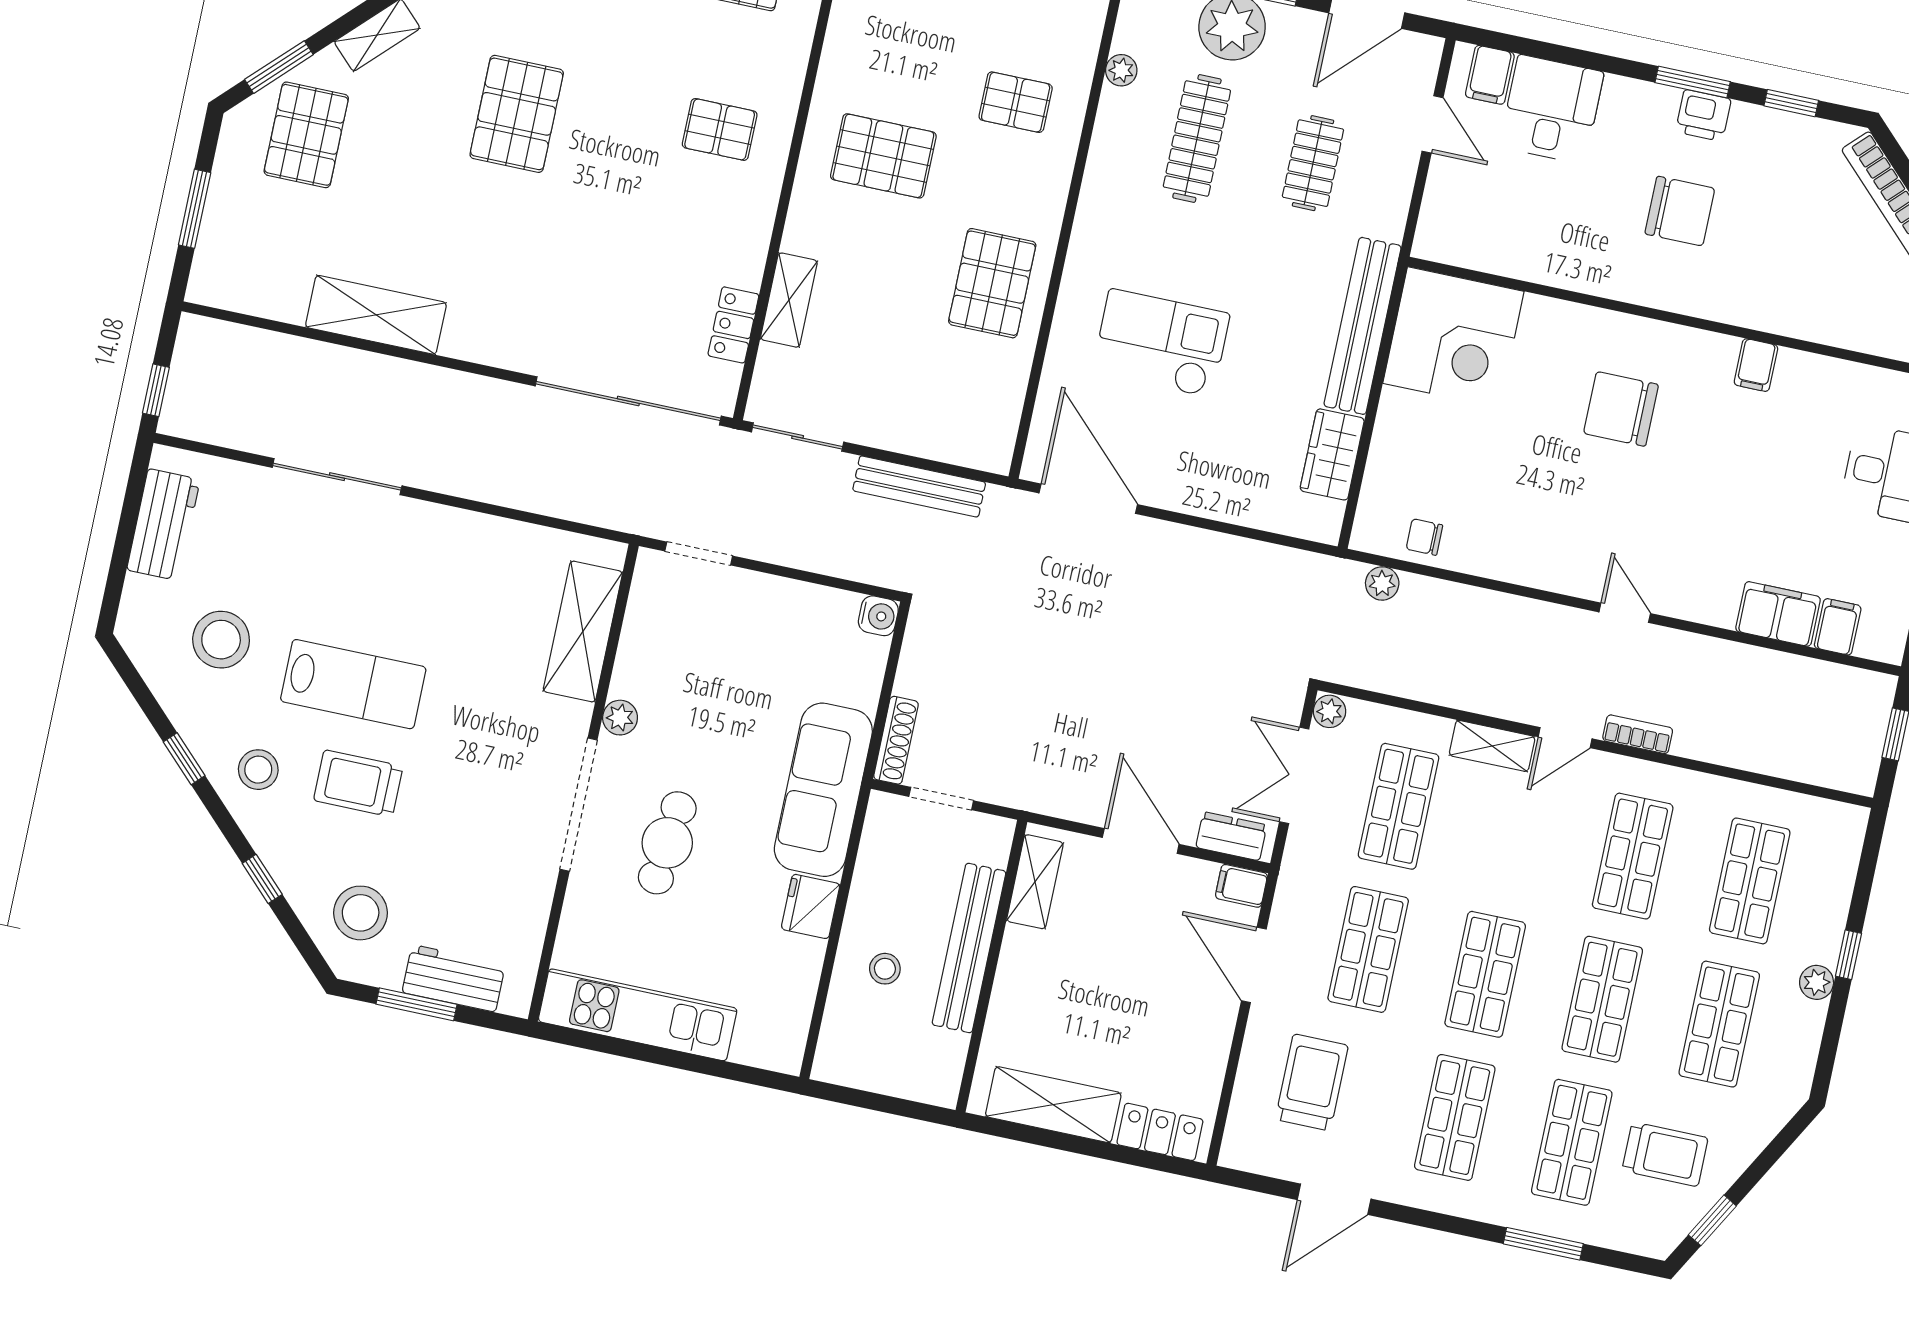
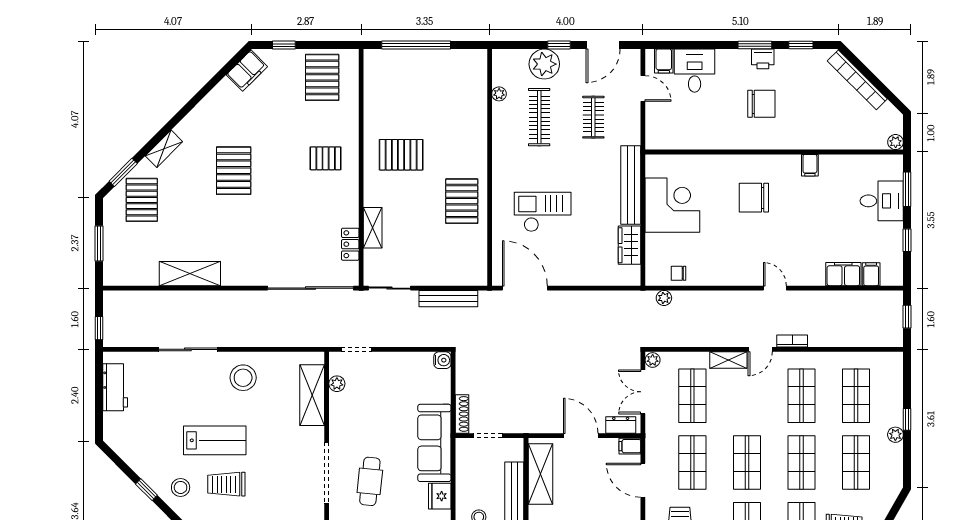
pallet: (1016, 102) -> (455, 118), removed
corner desk: (1453, 337) -> (672, 205), moved, turned -90
stool: (221, 640) -> (243, 378), moved
plant: (620, 718) -> (337, 384), moved
shelving: (1035, 882) -> (540, 474), width x1.50, depth x1.33

